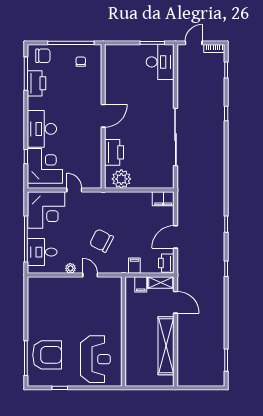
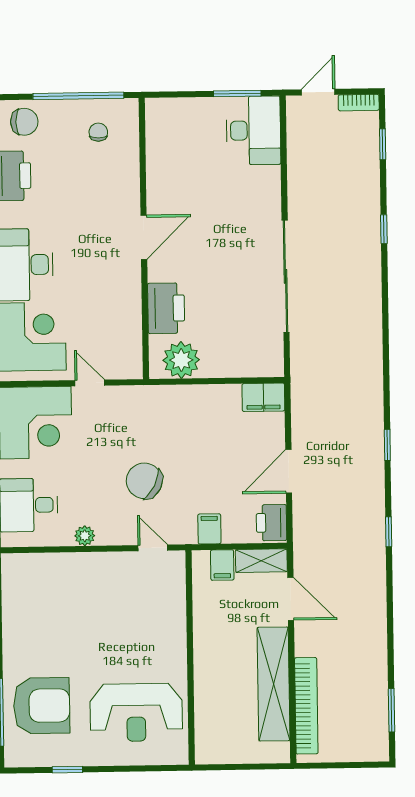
door: (90, 275) -> (153, 548), moved
bookcase: (183, 357) -> (306, 706), added
reception desk: (95, 359) -> (136, 712), turned 90

